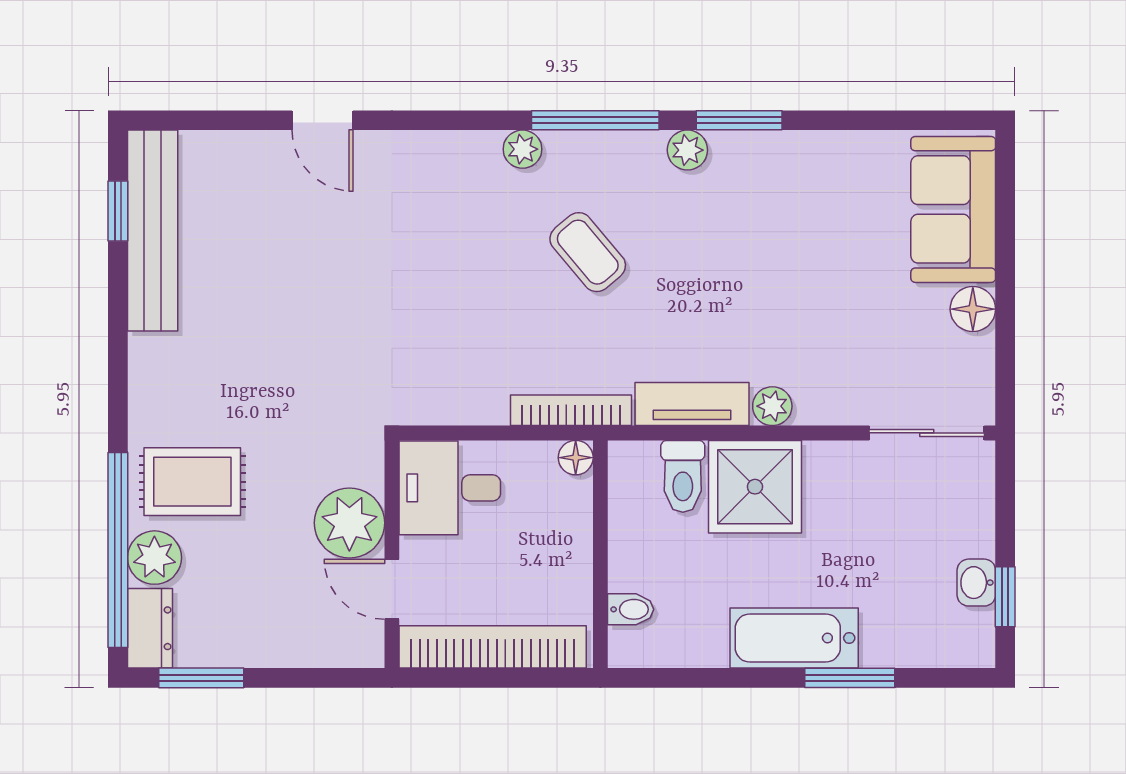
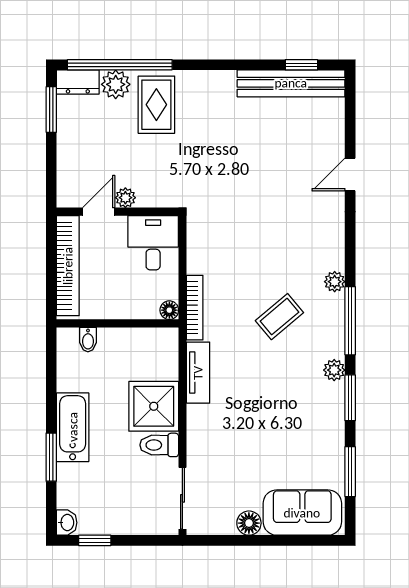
window: (877, 120) -> (350, 472), added
plant: (772, 406) -> (197, 416), removed
toilet: (683, 476) -> (159, 445), moved
plant: (349, 523) -> (125, 198), width x0.53, depth x0.53
washbasin: (976, 583) -> (67, 523), moved, turned 90

